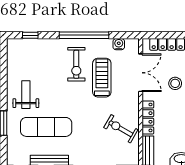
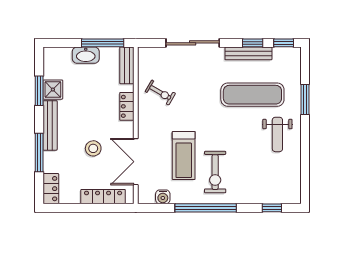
exercise bike: (76, 64) -> (215, 172), turned 180
locker: (148, 117) -> (127, 106), width x0.66
exercise bike: (121, 129) -> (160, 93), width x0.73, depth x0.72

